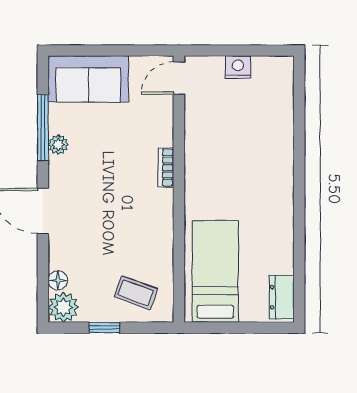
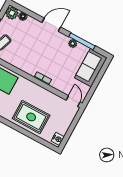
nightstand: (238, 67) -> (58, 139), moved
rug: (260, 148) -> (31, 117), added

